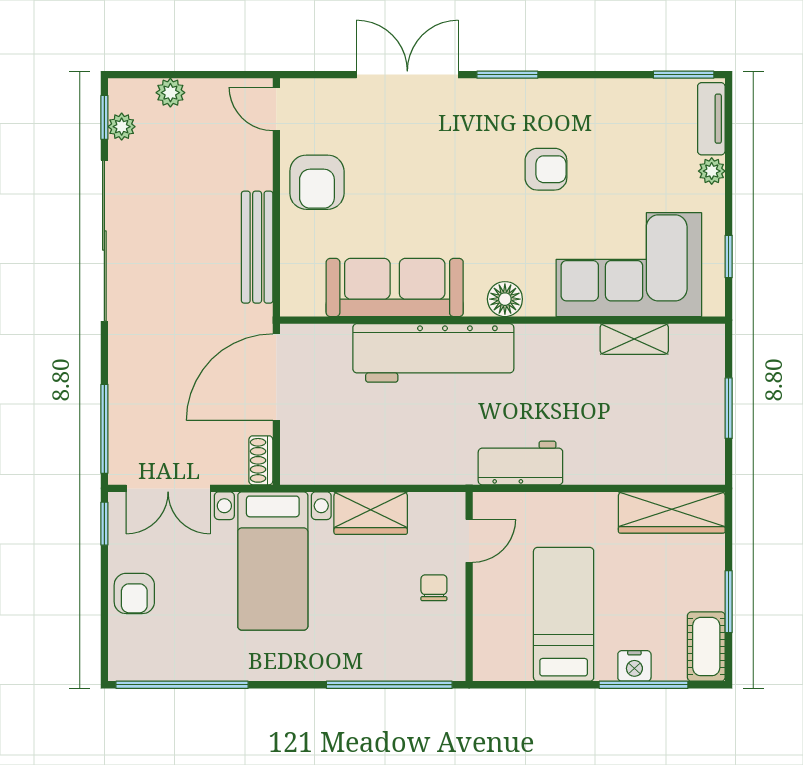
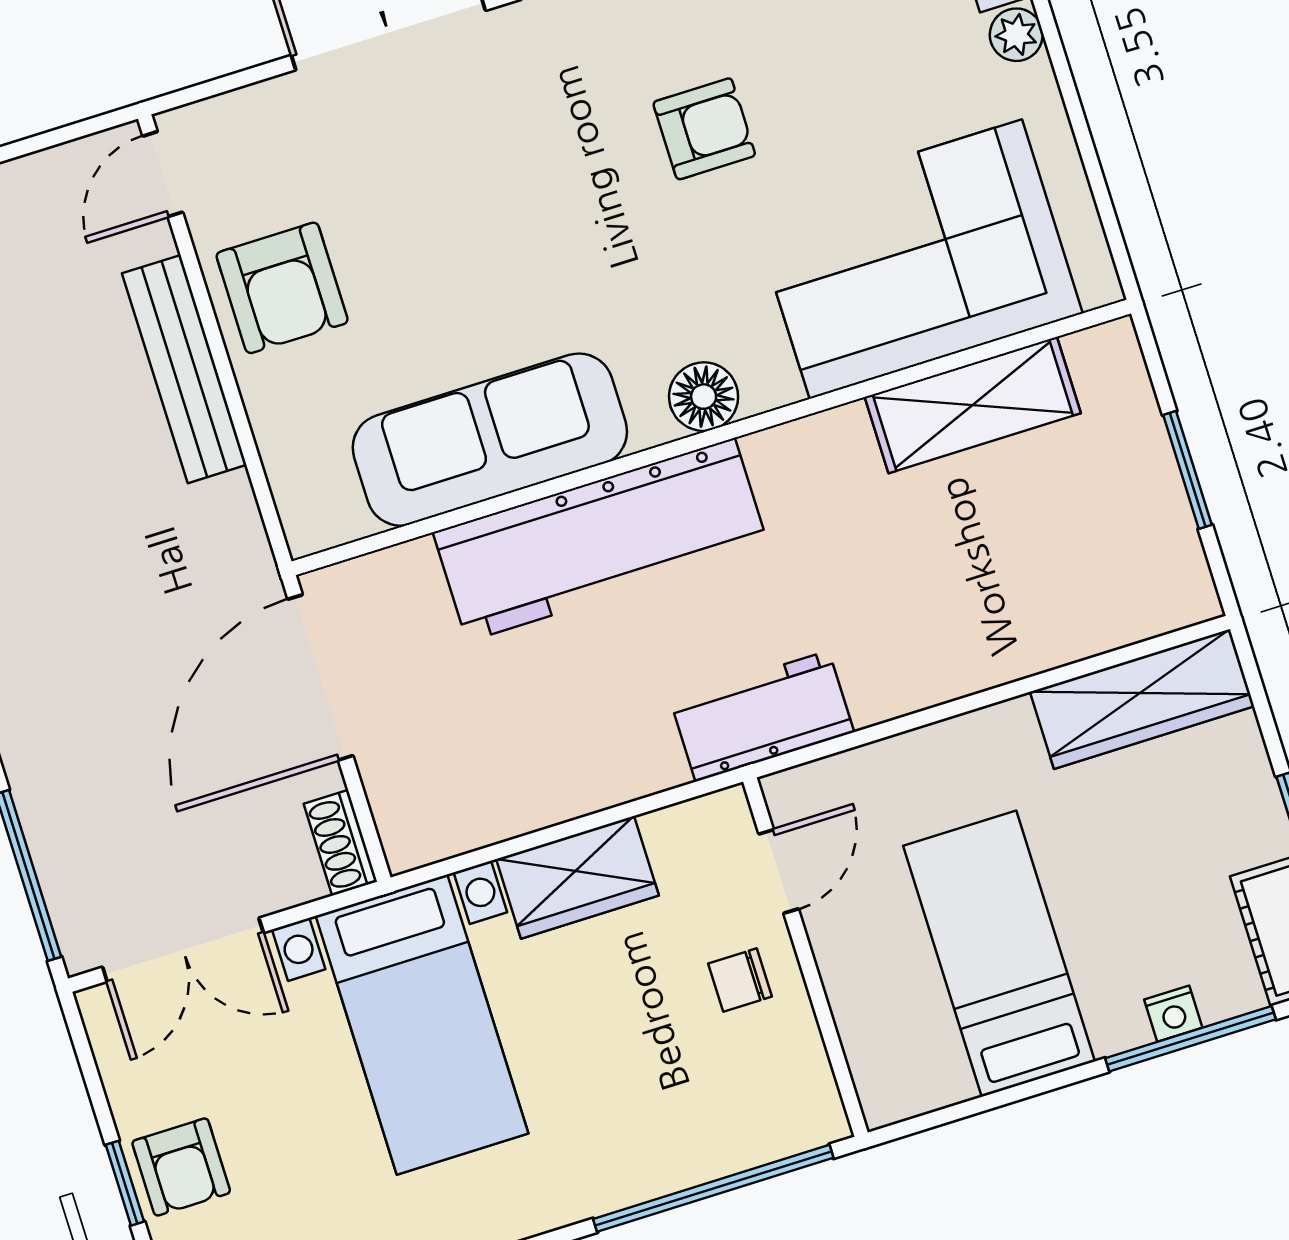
door: (276, 109) -> (163, 174), hinge flipped
bench: (257, 247) -> (184, 369), moved
window: (729, 256) -> (1098, 185), removed
shelving: (634, 339) -> (973, 405), width x1.50, depth x1.33
workbench: (520, 463) -> (762, 716), moved
window: (104, 524) -> (125, 1183), moved
chair: (434, 588) -> (740, 980), turned -90
nightstand: (634, 666) -> (1173, 1014), width x0.72, depth x0.74

